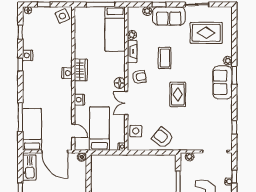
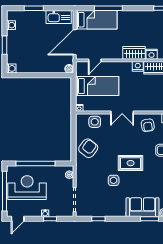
floor lamp: (120, 83) -> (142, 106), removed
wardrobe: (66, 91) -> (134, 53), added
nightstand: (79, 100) -> (138, 66), moved
double door: (126, 103) -> (122, 112), swing flipped
side table: (195, 112) -> (114, 180), added

